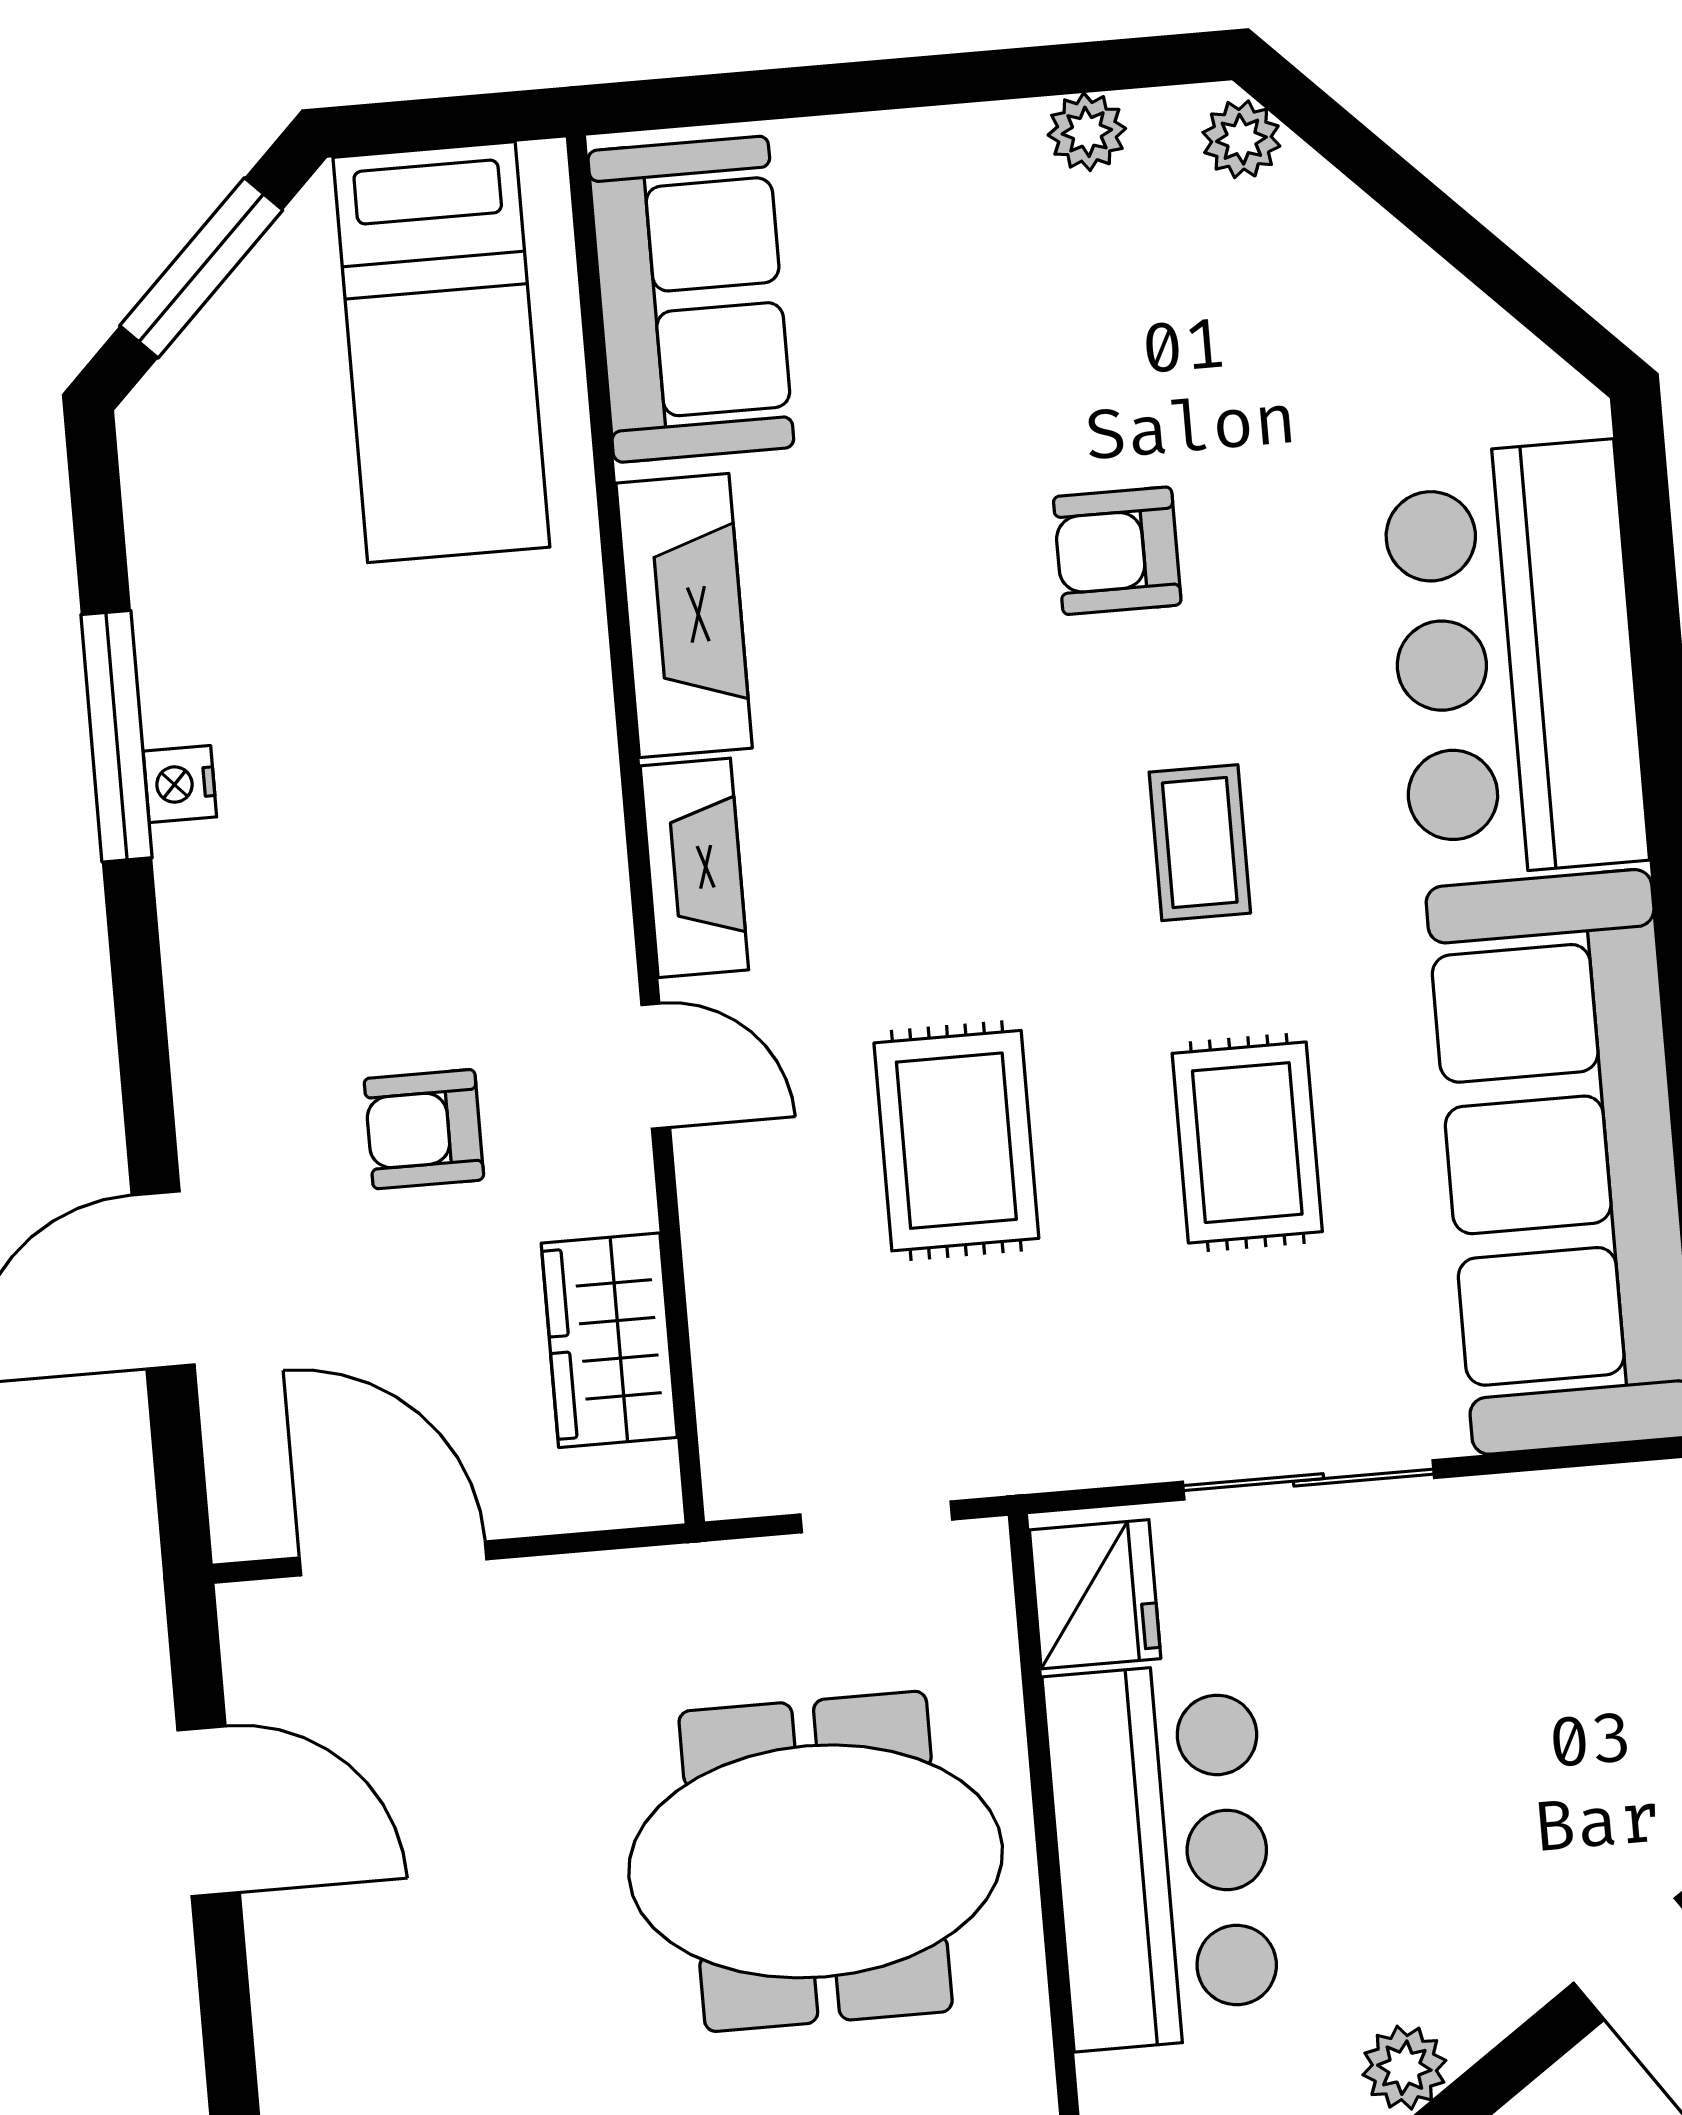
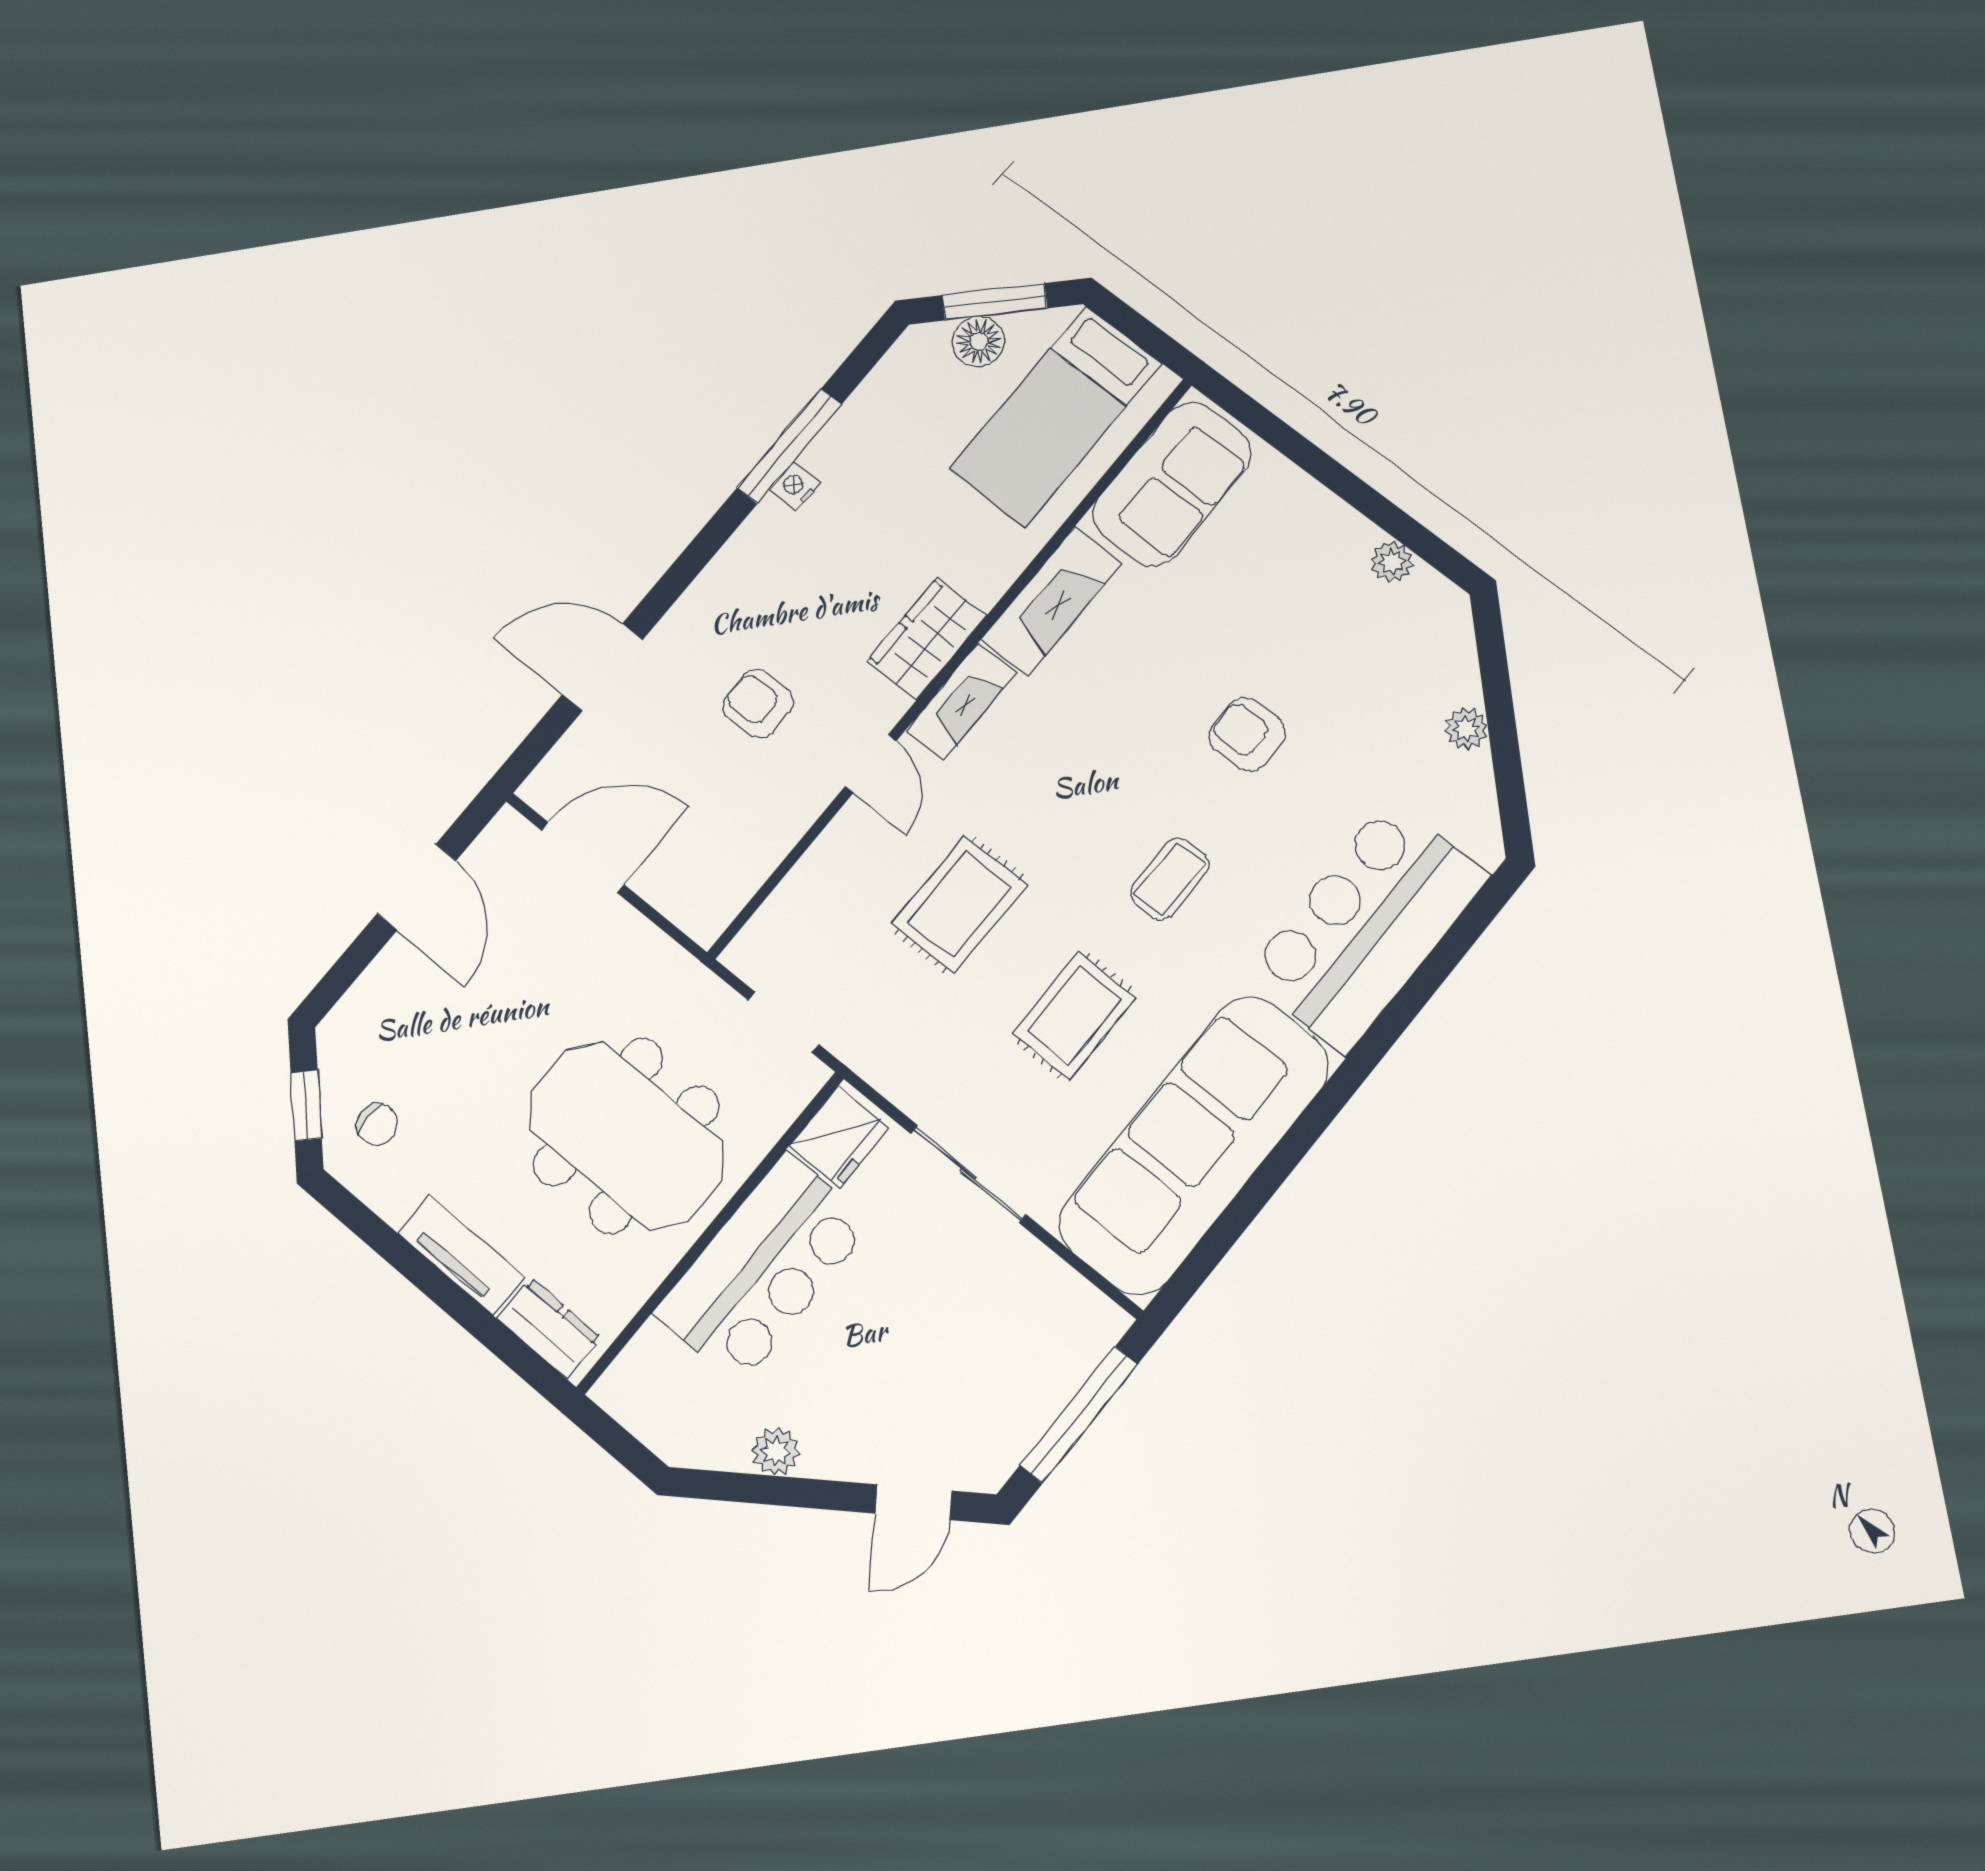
plant: (1241, 139) -> (1466, 729), moved
floor lamp: (234, 345) -> (979, 341), added
wardrobe: (609, 1340) -> (927, 638), moved
door: (393, 1558) -> (583, 857), hinge flipped

